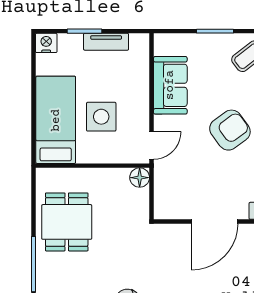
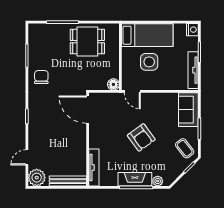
tv unit: (106, 42) -> (193, 70), width x1.41
sofa: (170, 85) -> (188, 110), moved, turned 90
door: (215, 222) -> (88, 110), moved

